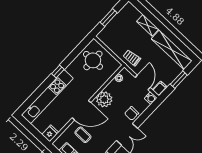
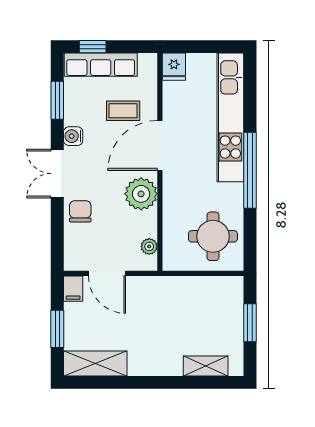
shelving: (148, 25) -> (206, 366), moved
shelving: (172, 50) -> (95, 363), width x0.68
trolley: (132, 58) -> (158, 295), removed
window: (58, 71) -> (250, 170), width x3.17
water cooler: (151, 98) -> (73, 136), moved

